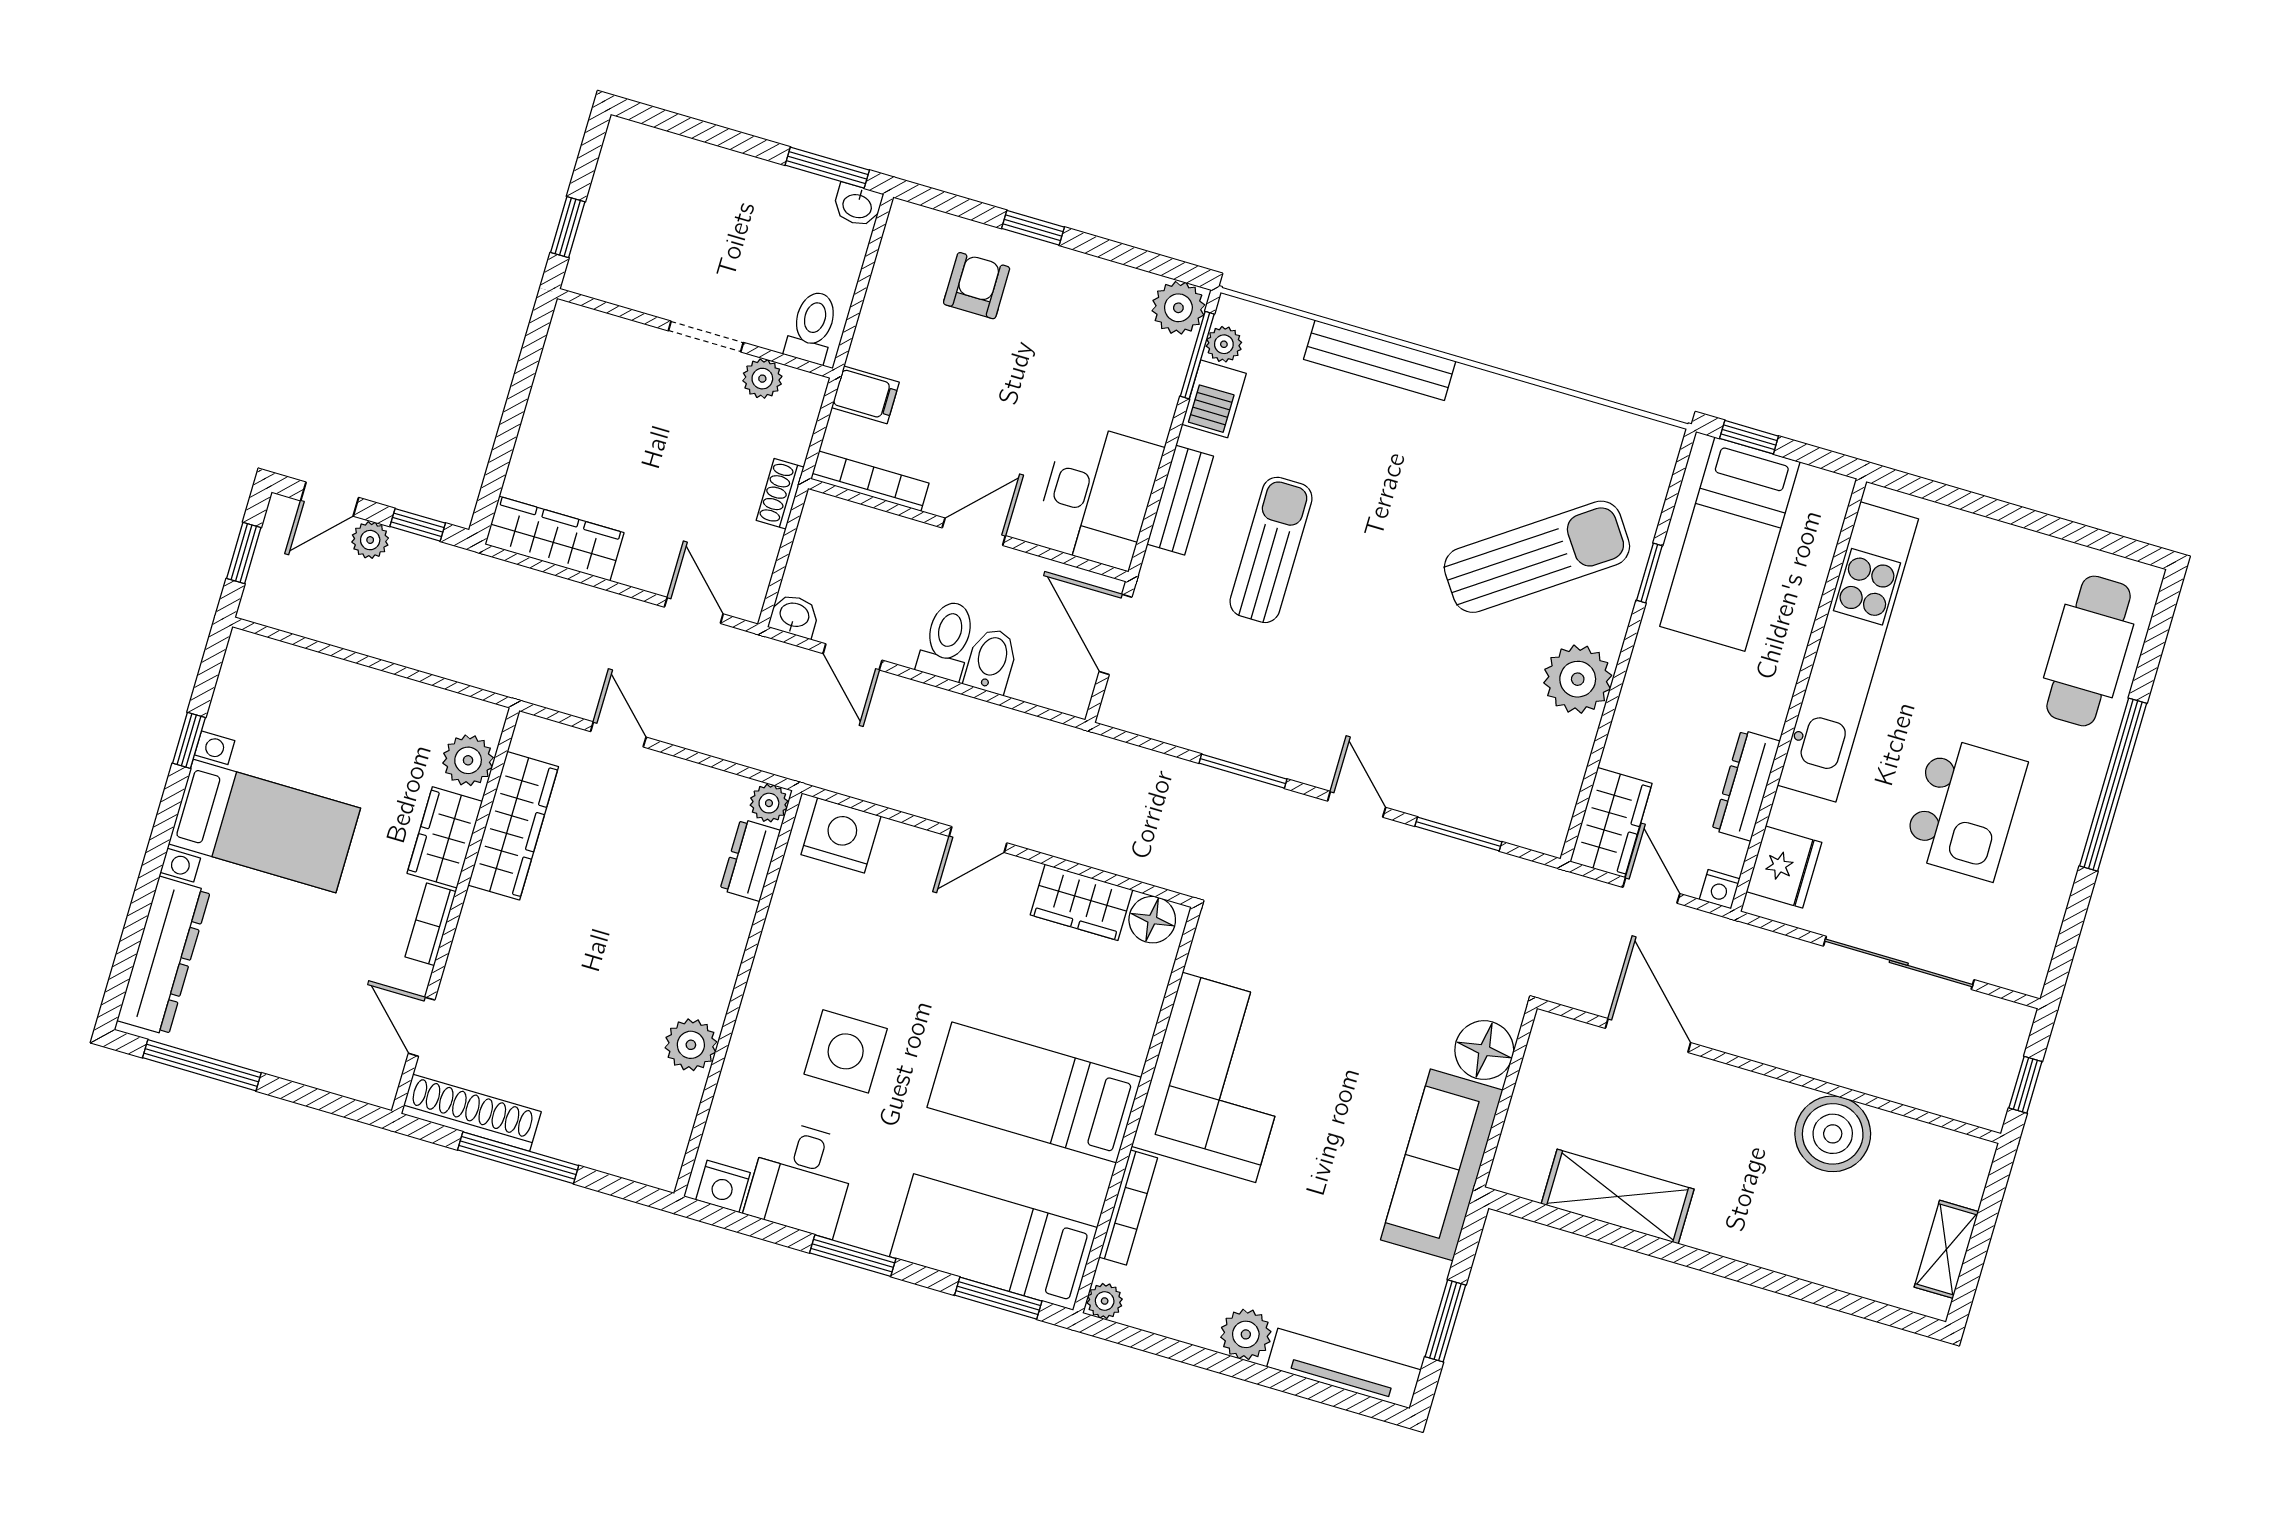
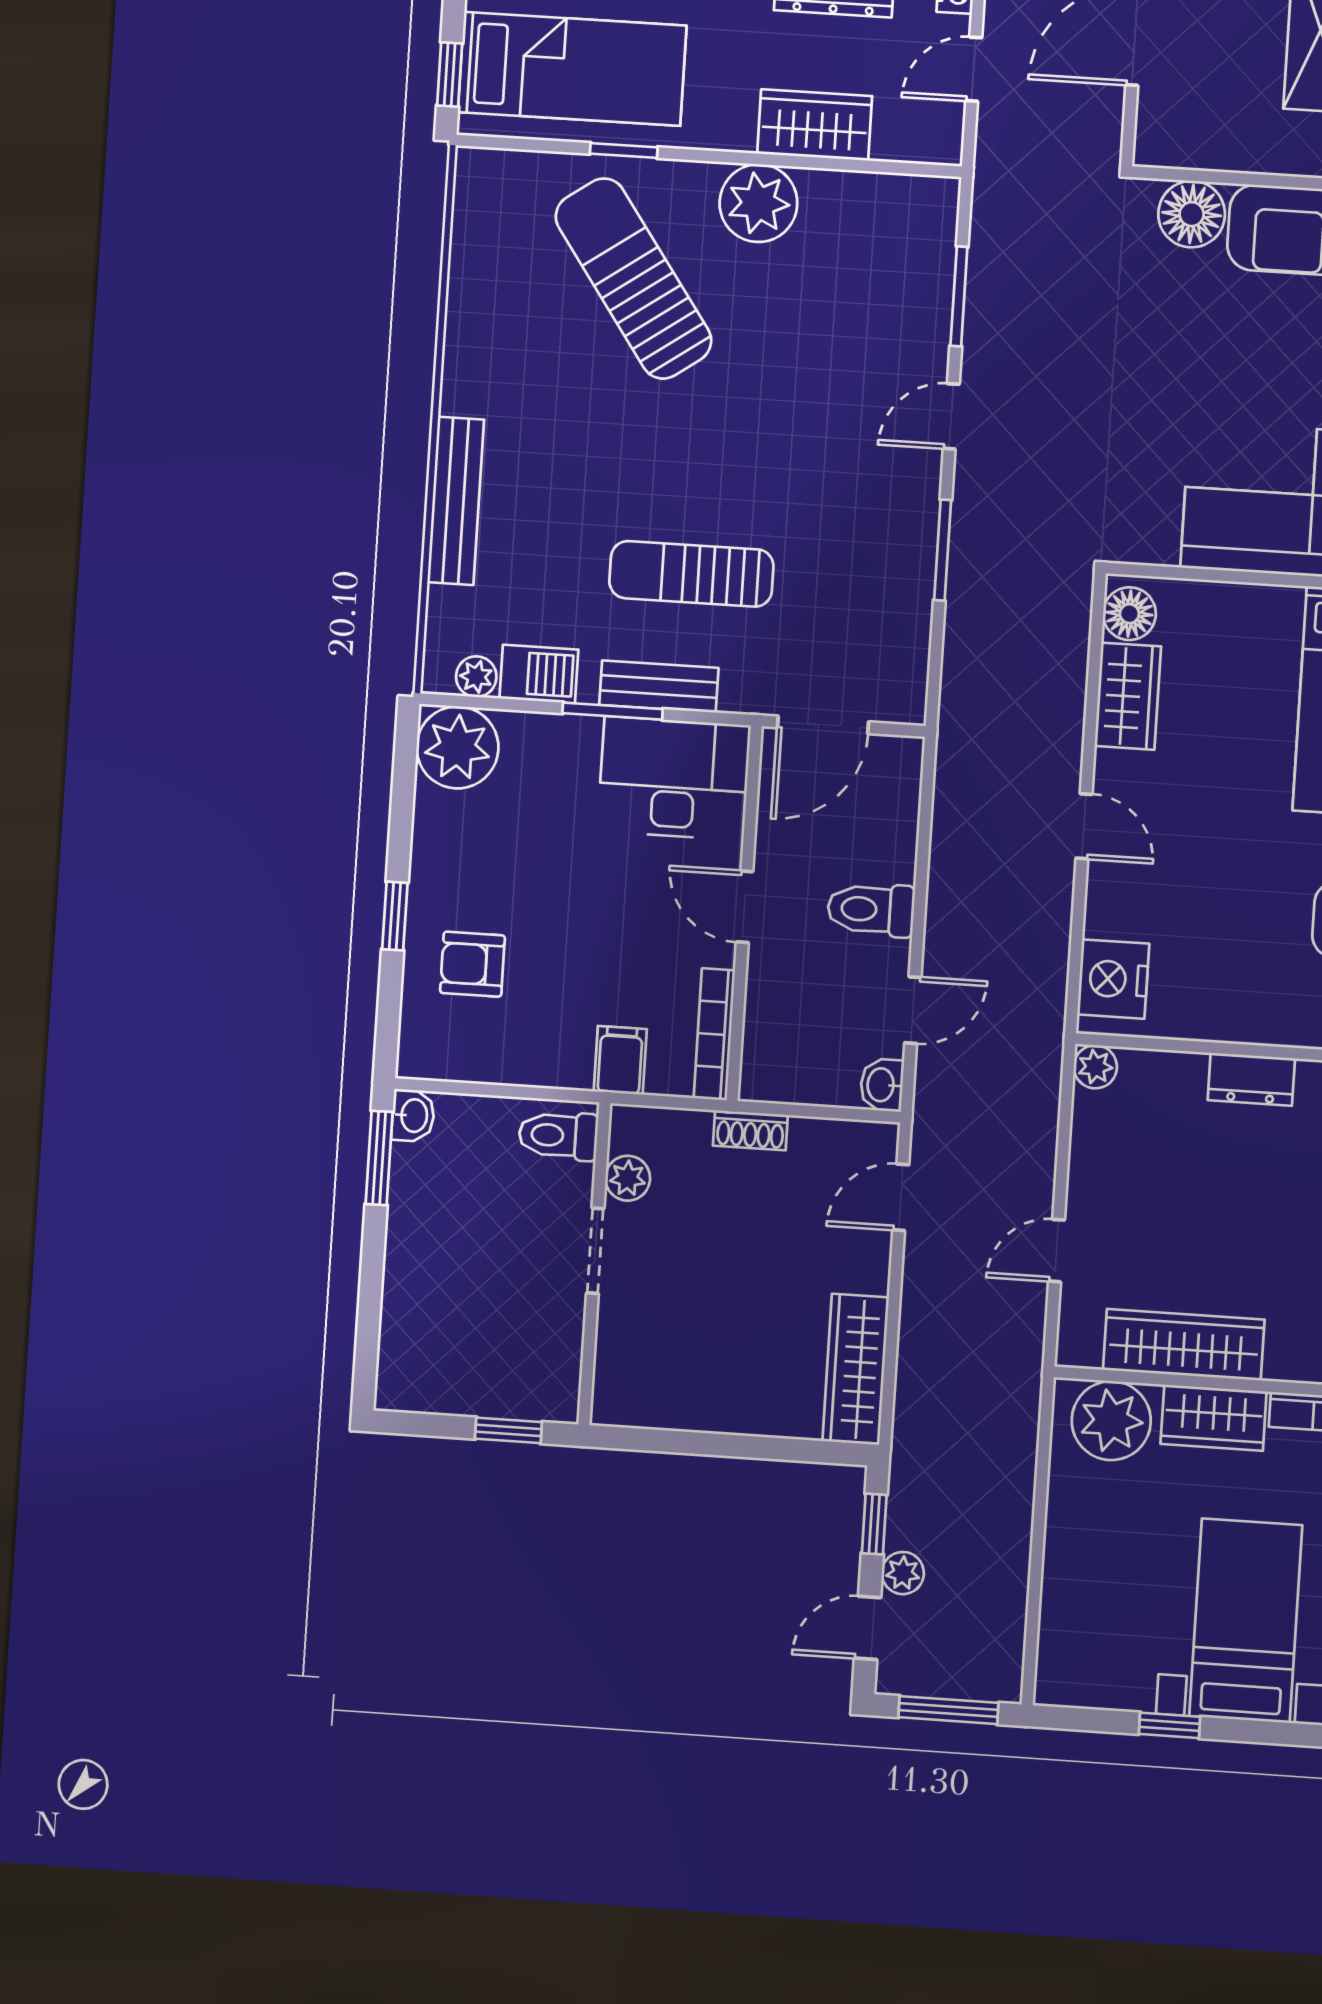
plant: (1178, 308) -> (457, 747), width x1.36, depth x1.36
window: (1197, 355) -> (613, 711), moved
door: (330, 499) -> (868, 1628), swing flipped
window: (244, 553) -> (948, 1710), width x1.50
bidet: (991, 661) -> (883, 856), removed
plant: (468, 760) -> (1111, 1421), width x1.36, depth x1.36
wardrobe: (1611, 823) -> (815, 125), moved
dresser: (750, 860) -> (1251, 1079), moved

